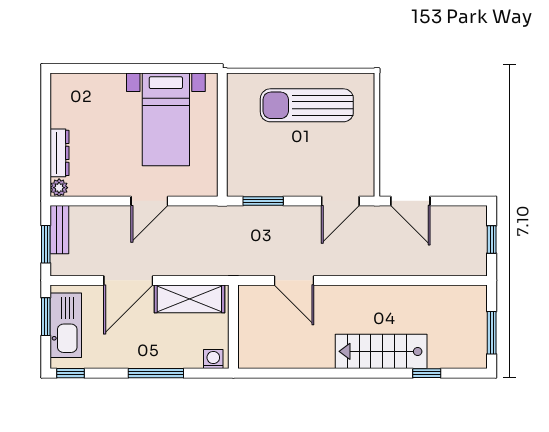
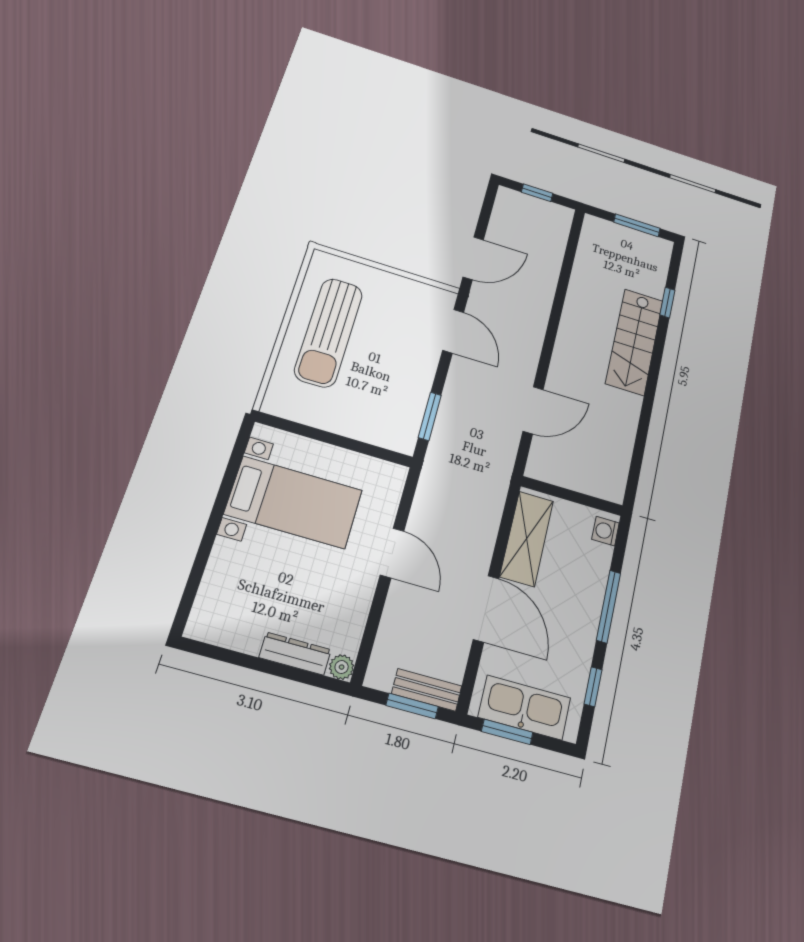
bench: (59, 230) -> (427, 690), moved
window: (71, 373) -> (593, 687), moved

